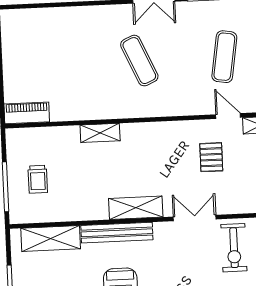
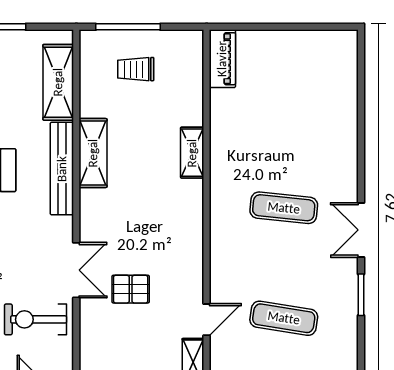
exercise mat: (139, 61) -> (284, 208), turned 30
pallet: (211, 157) -> (131, 289), moved
shelving: (136, 208) -> (93, 153), moved

